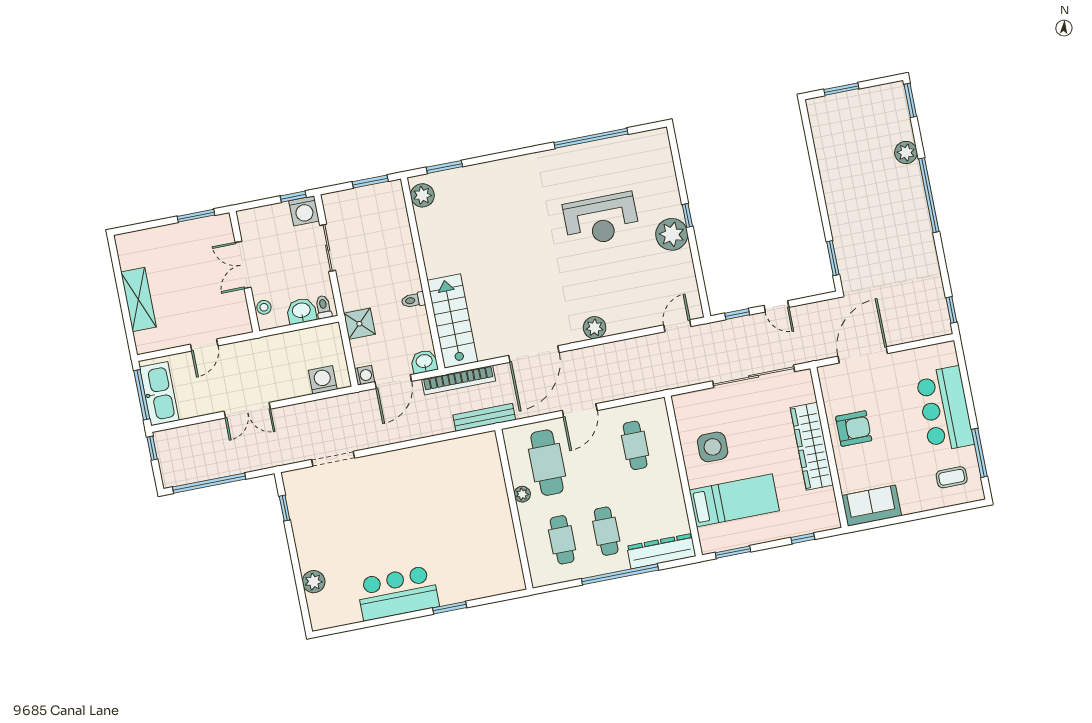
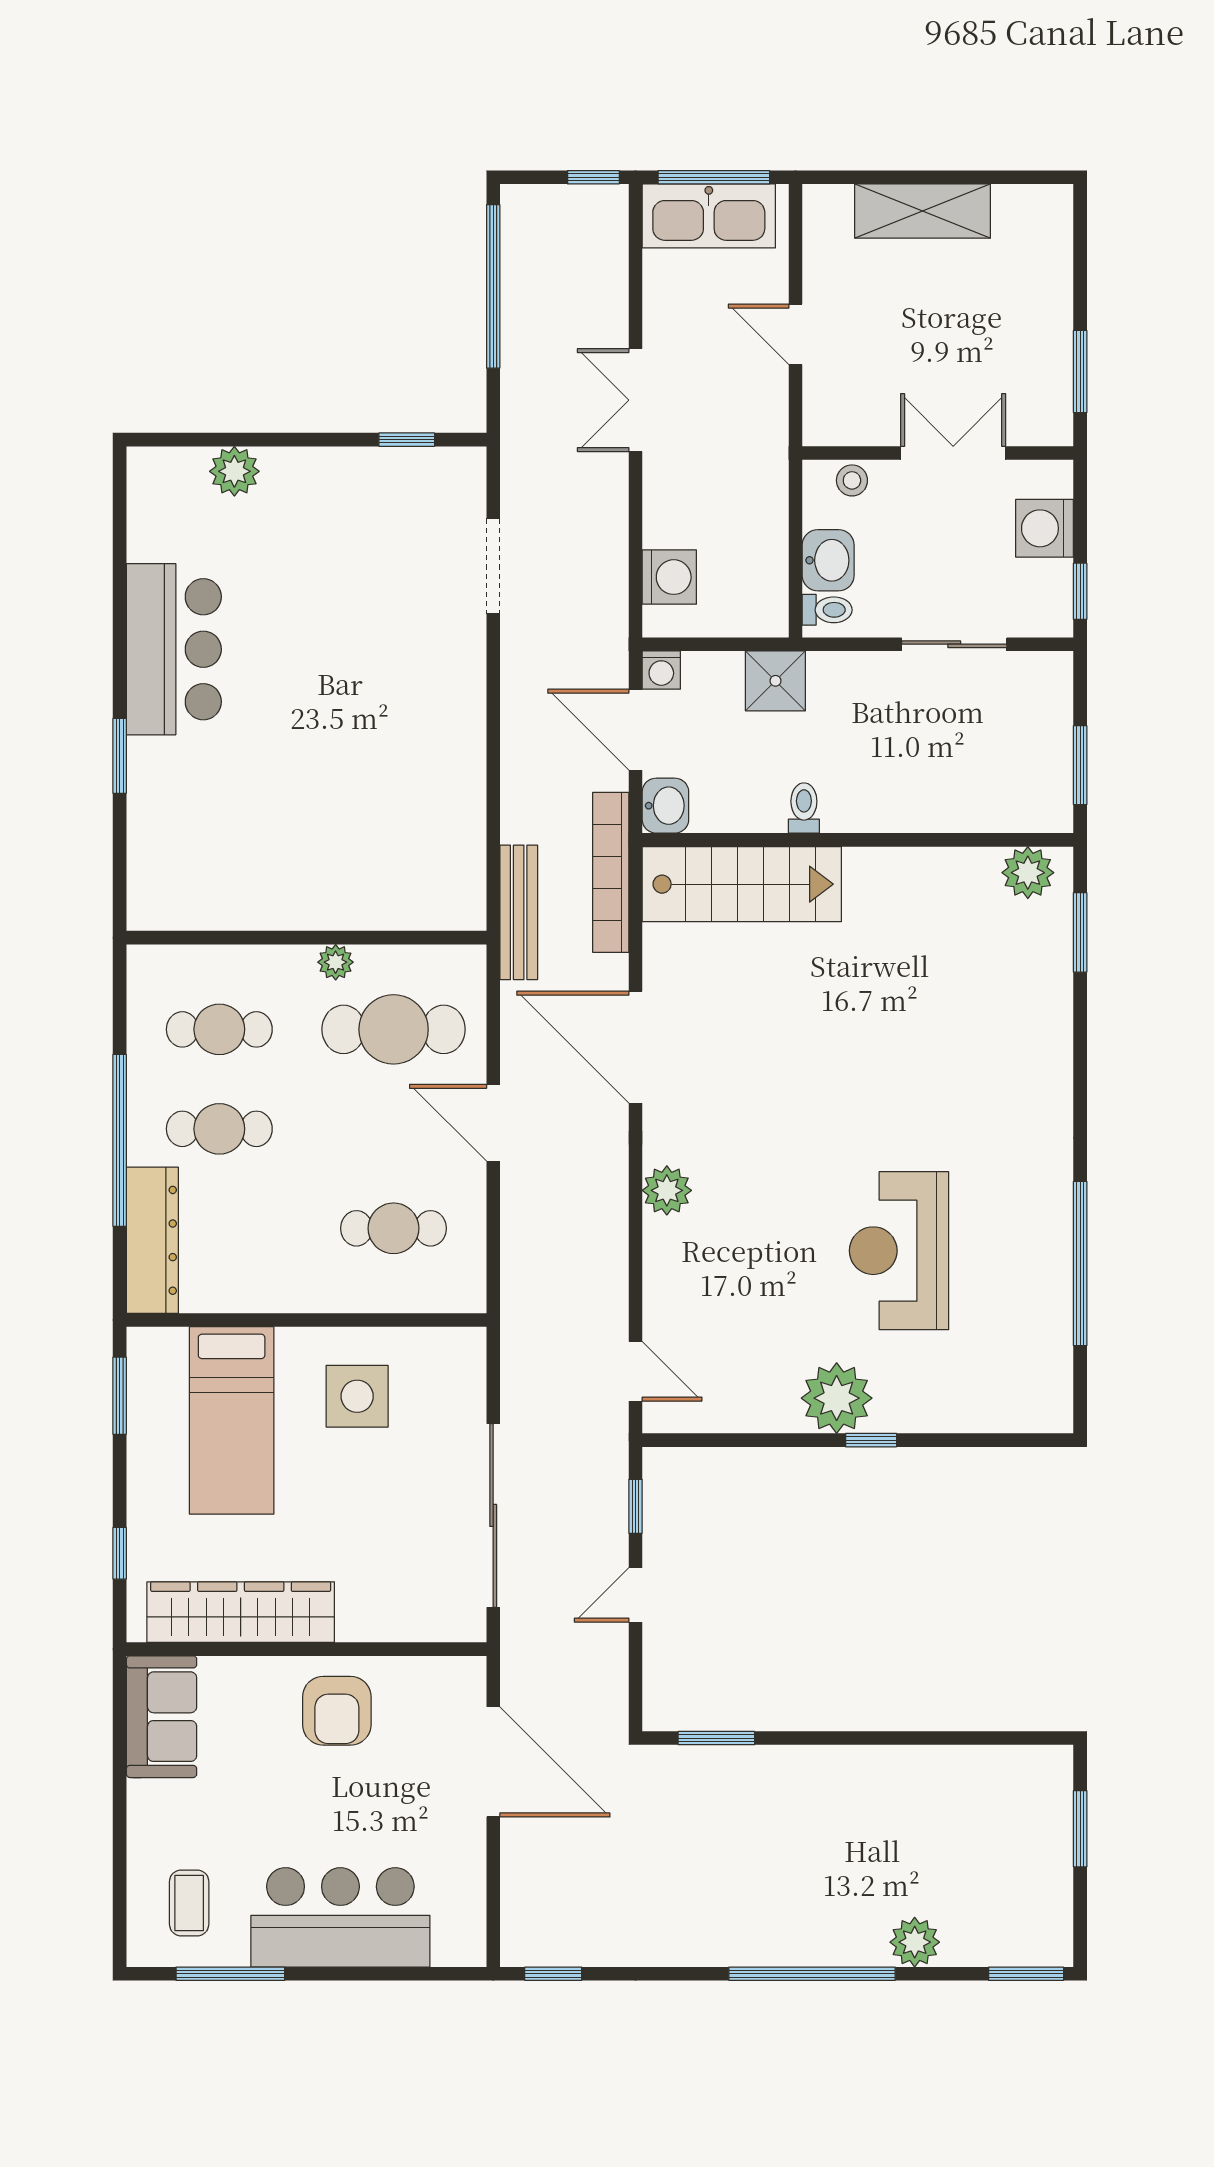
washing machine: (304, 211) -> (1045, 528), moved
wardrobe: (812, 446) -> (241, 1612), moved

